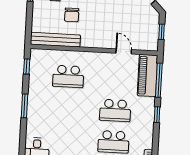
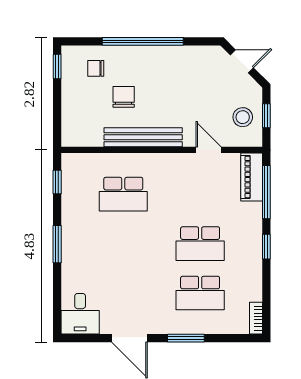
chair: (72, 15) -> (124, 97), turned 180
stool: (146, 32) -> (243, 117), added
bench: (55, 40) -> (143, 137), moved
piano: (148, 75) -> (252, 177), width x0.73, depth x0.75

